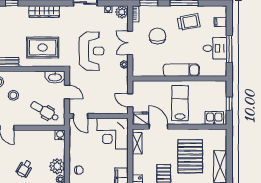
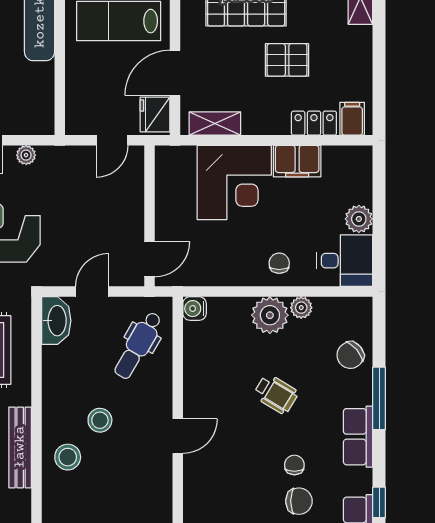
corner desk: (113, 134) -> (234, 183), moved

